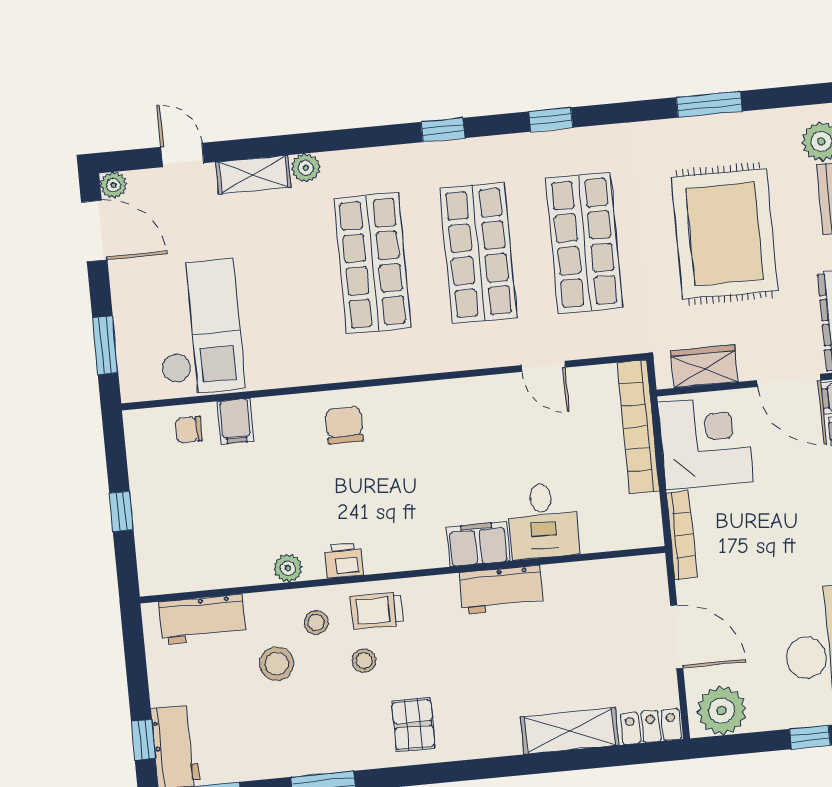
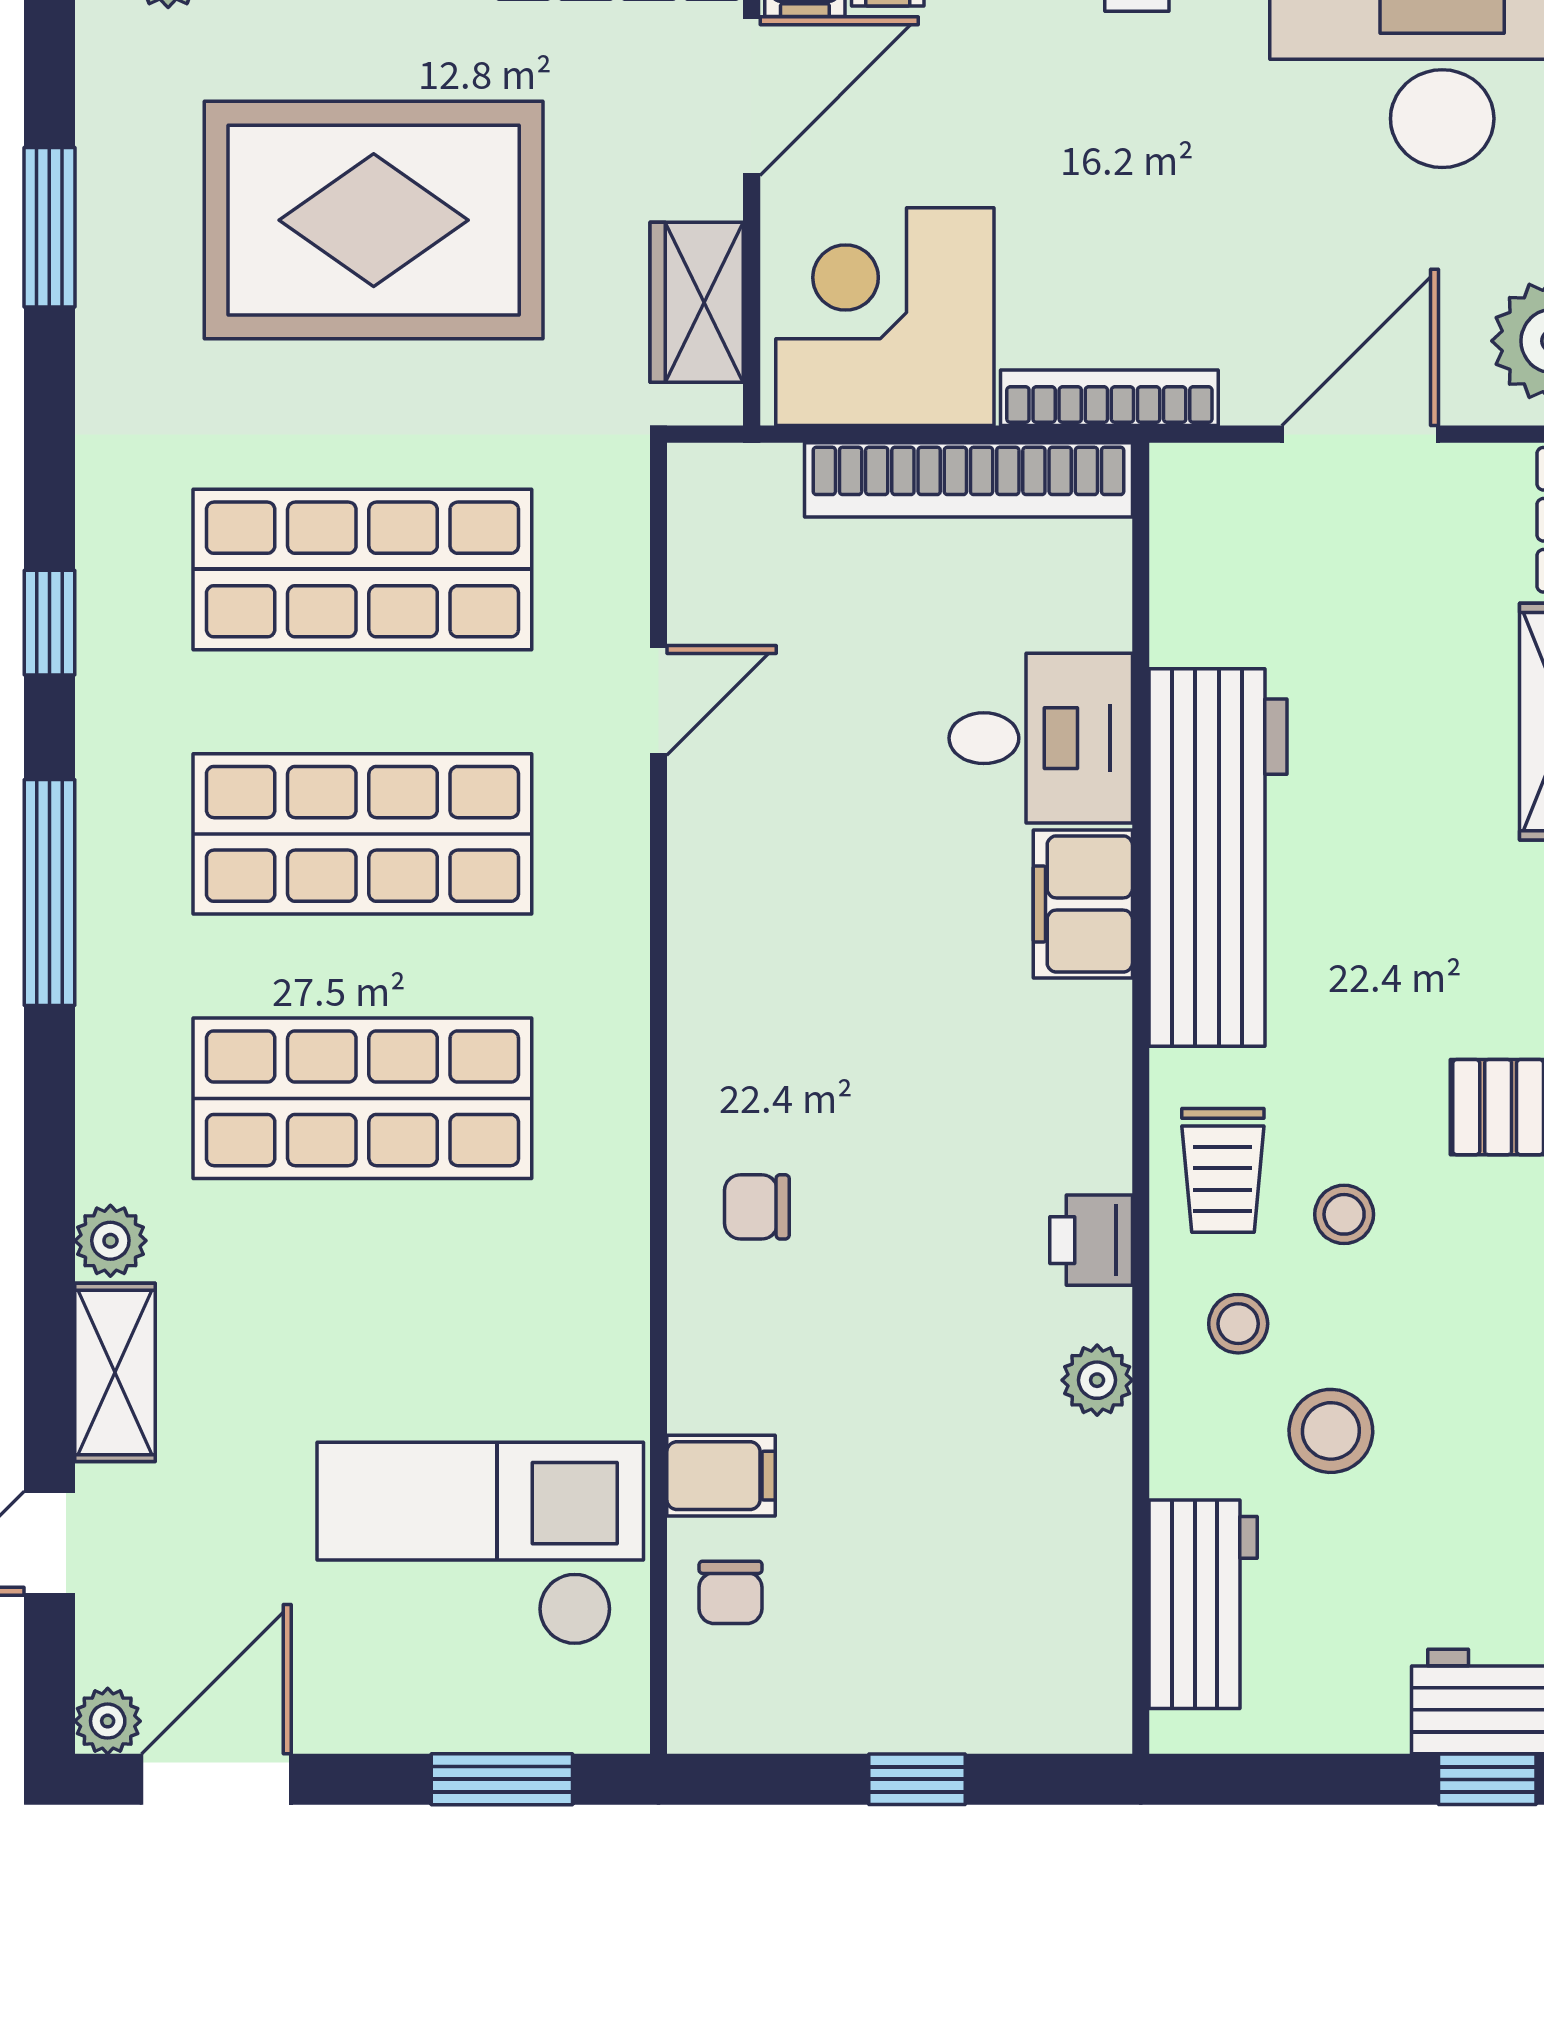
window: (443, 130) -> (49, 892), width x2.17
chair: (344, 425) -> (757, 1207), width x0.73, depth x0.73
bookcase: (638, 427) -> (968, 480), moved
workbench: (501, 590) -> (1218, 857), width x1.88, depth x1.32

